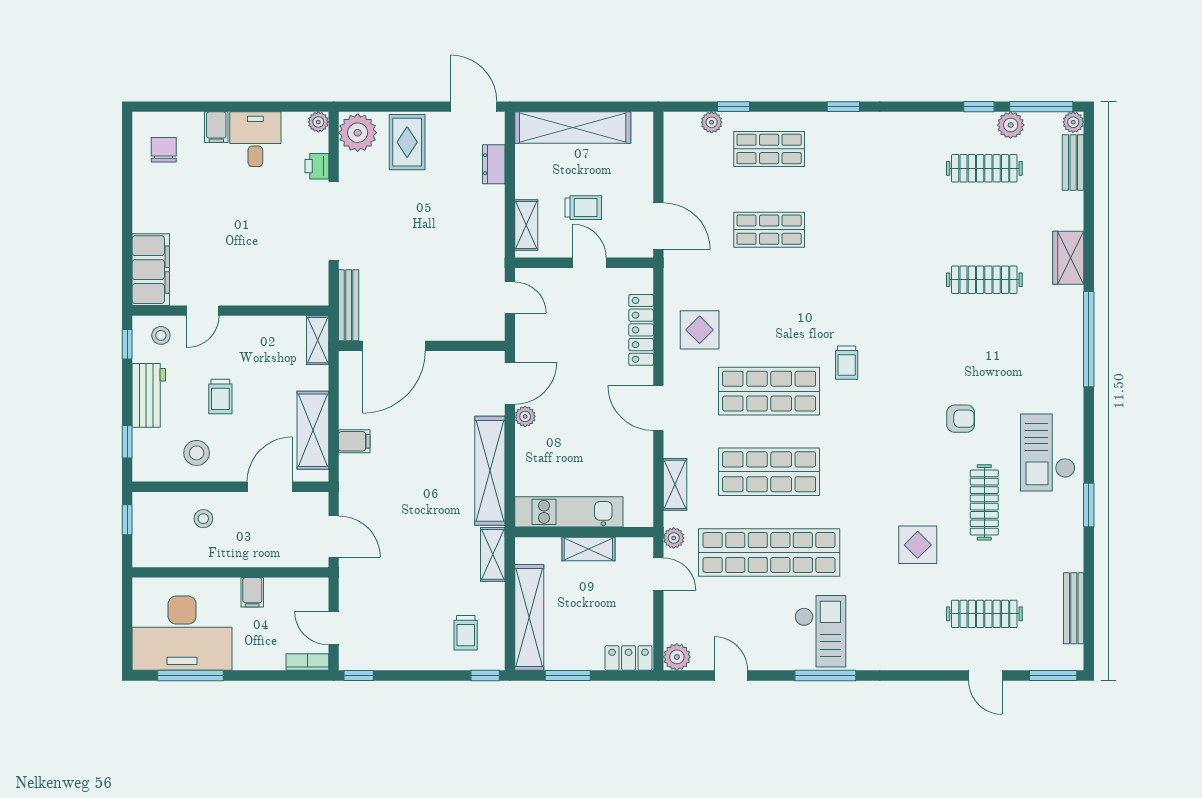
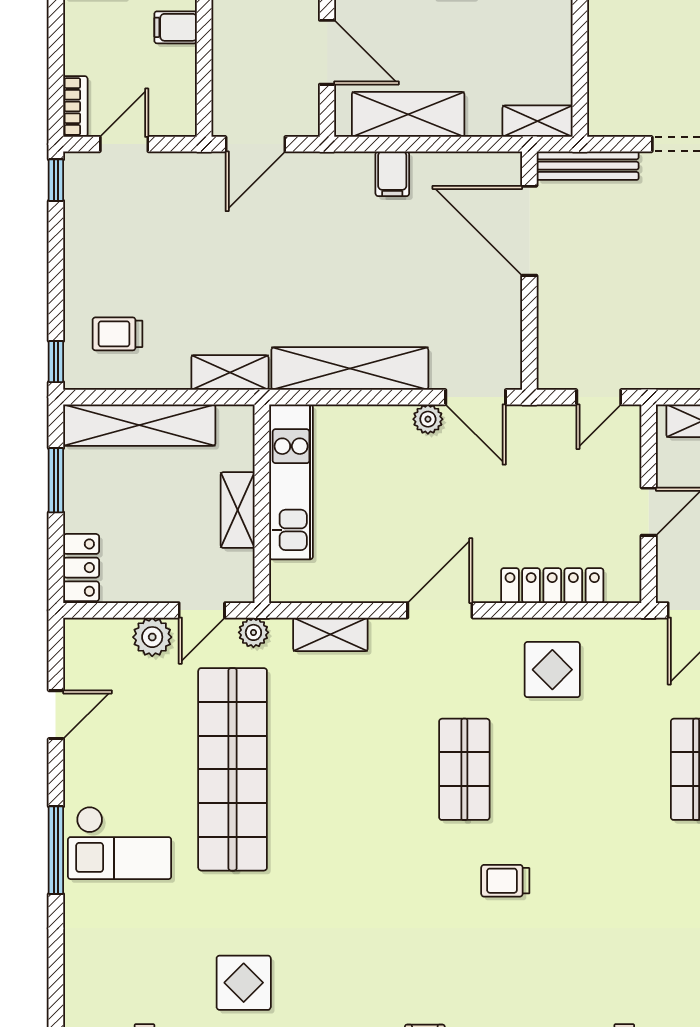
shop shelf: (769, 391) -> (464, 769), width x0.70, depth x0.74
shop shelf: (769, 472) -> (348, 769), removed
plant: (677, 657) -> (152, 637), moved

